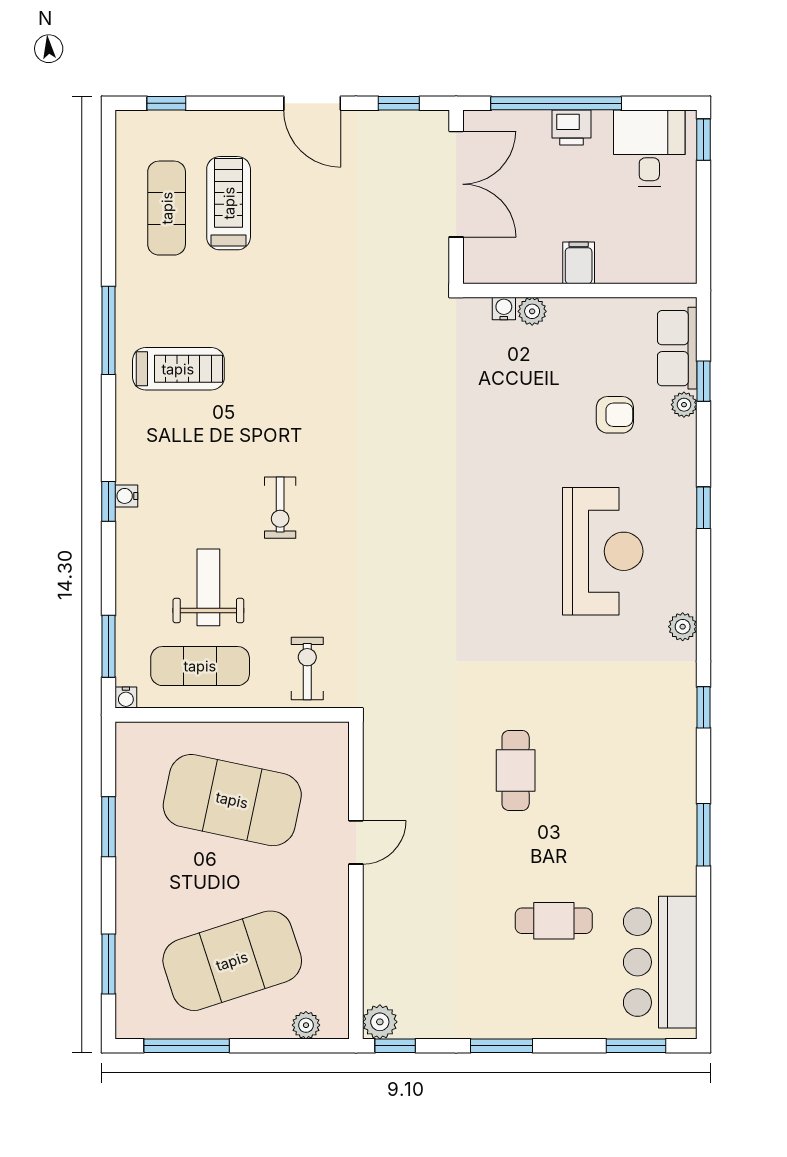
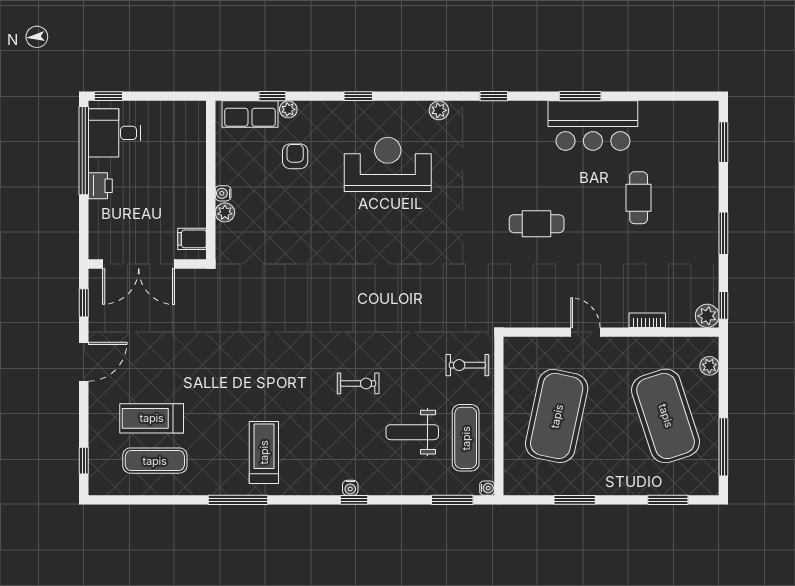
window: (556, 103) -> (84, 151), moved
double door: (456, 184) -> (139, 264), swing flipped
filing cabinet: (579, 263) -> (192, 239), moved
water cooler: (504, 309) -> (223, 193), moved
bookcase: (373, 934) -> (647, 320), added
bar counter: (660, 962) -> (593, 126), moved

